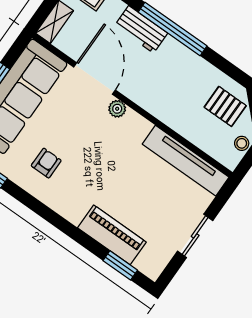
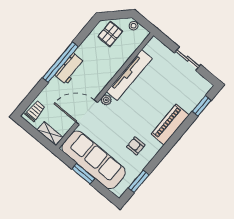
workbench: (141, 29) -> (70, 69), moved
tv unit: (186, 161) -> (129, 75), moved
piano: (112, 235) -> (170, 124), moved

